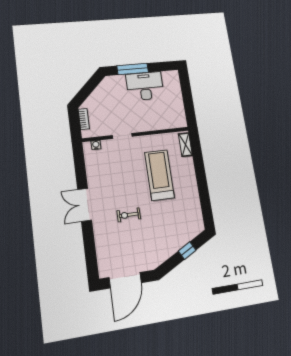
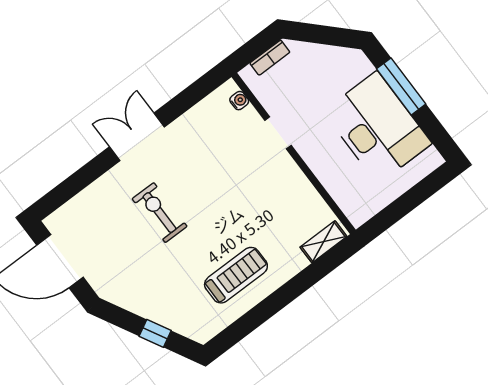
desk: (145, 86) -> (377, 127), width x1.36, depth x1.30
treadmill: (159, 175) -> (236, 275), moved, width x0.73, depth x0.73
exercise bike: (129, 215) -> (159, 213), width x1.38, depth x1.39

